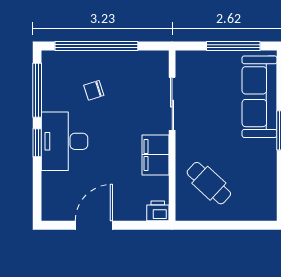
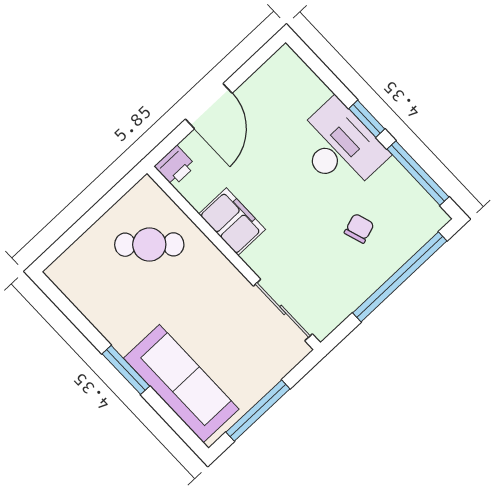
sliding door: (172, 104) -> (283, 310), moved
door: (94, 225) -> (209, 106), moved

